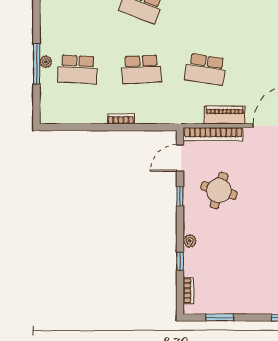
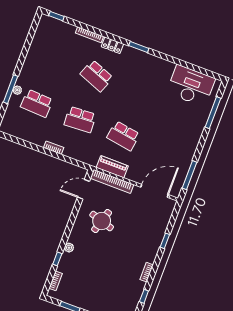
piano: (225, 115) -> (112, 167), moved
window: (180, 196) -> (74, 215), removed

